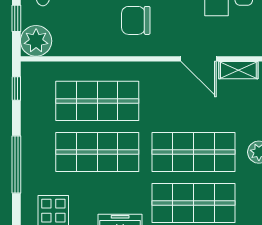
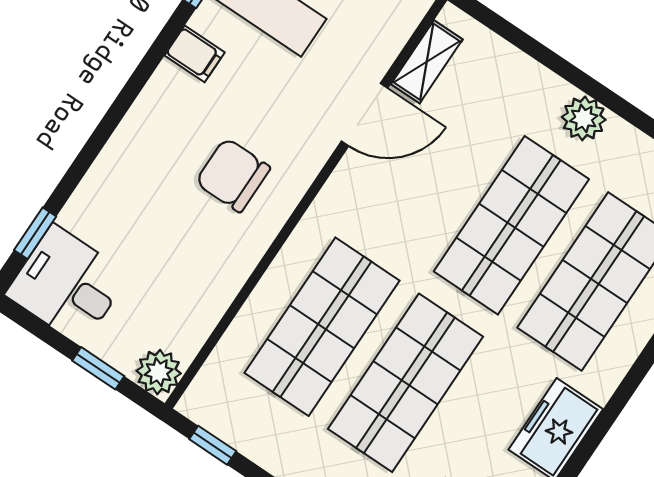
chair: (136, 20) -> (233, 175), turned 90
plant: (36, 41) -> (159, 372), width x0.73, depth x0.73

